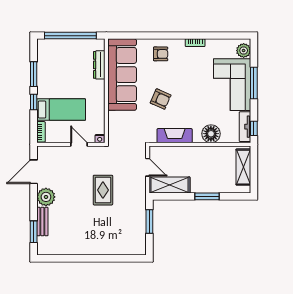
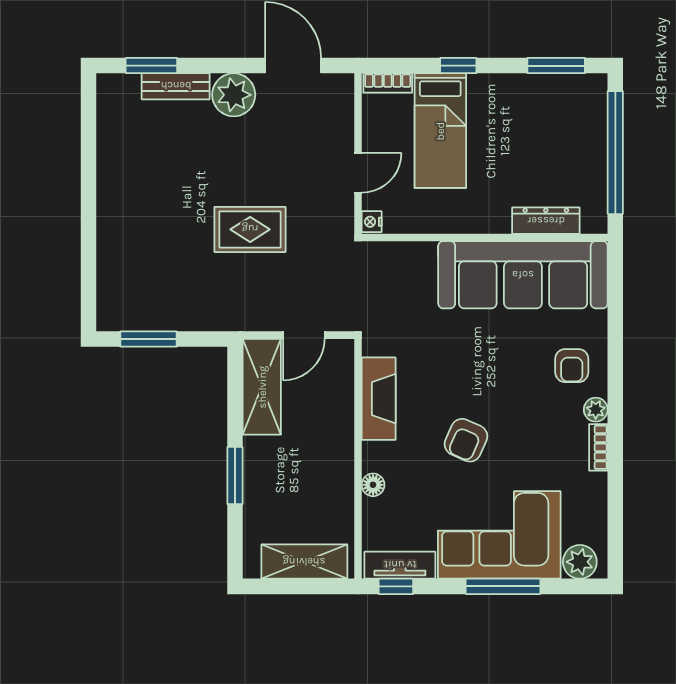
plant: (179, 44) -> (596, 410), added
window: (34, 74) -> (556, 66), moved
armchair: (161, 99) -> (466, 440), moved
floor lamp: (211, 134) -> (373, 485), width x0.53, depth x0.53
window: (149, 221) -> (148, 339), moved

